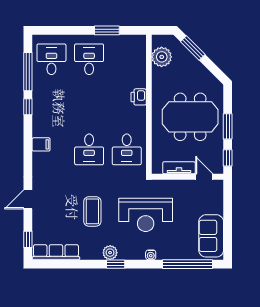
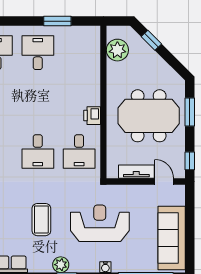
window: (193, 48) -> (151, 40), width x0.67
printer: (139, 97) -> (92, 116), moved
window: (228, 126) -> (190, 112), moved
reception desk: (146, 215) -> (100, 223), turned 180
sofa: (211, 236) -> (172, 238), width x1.36

